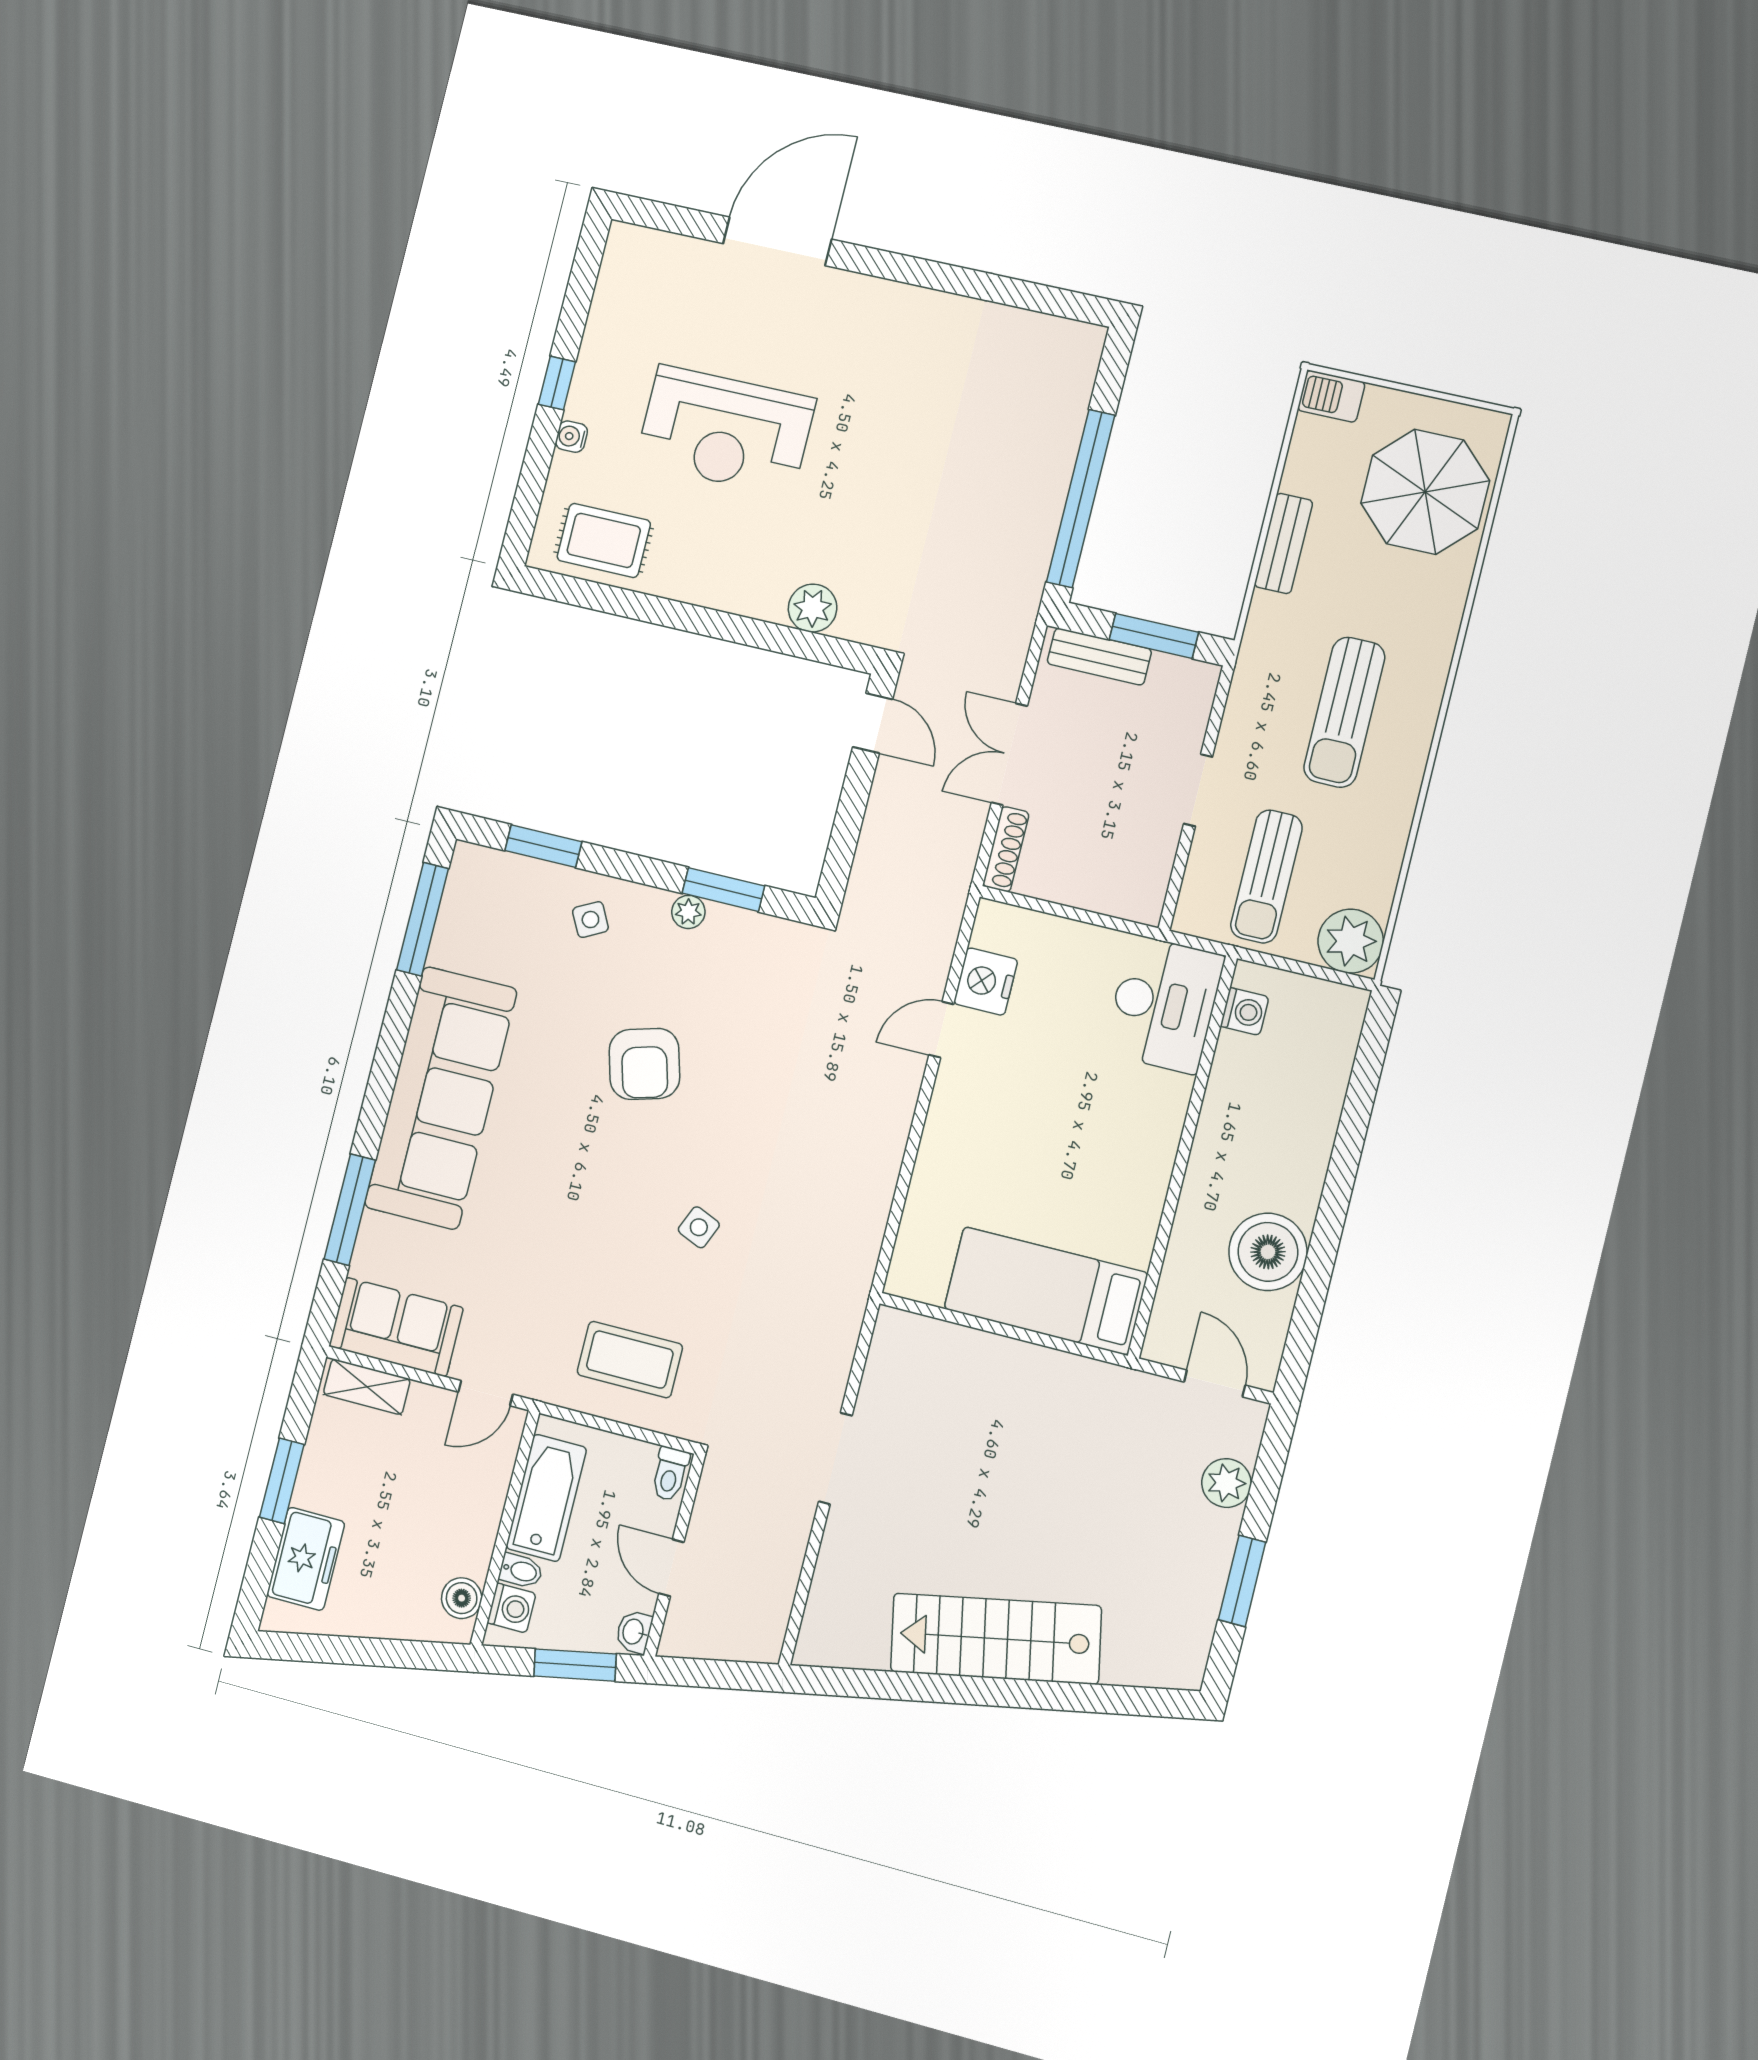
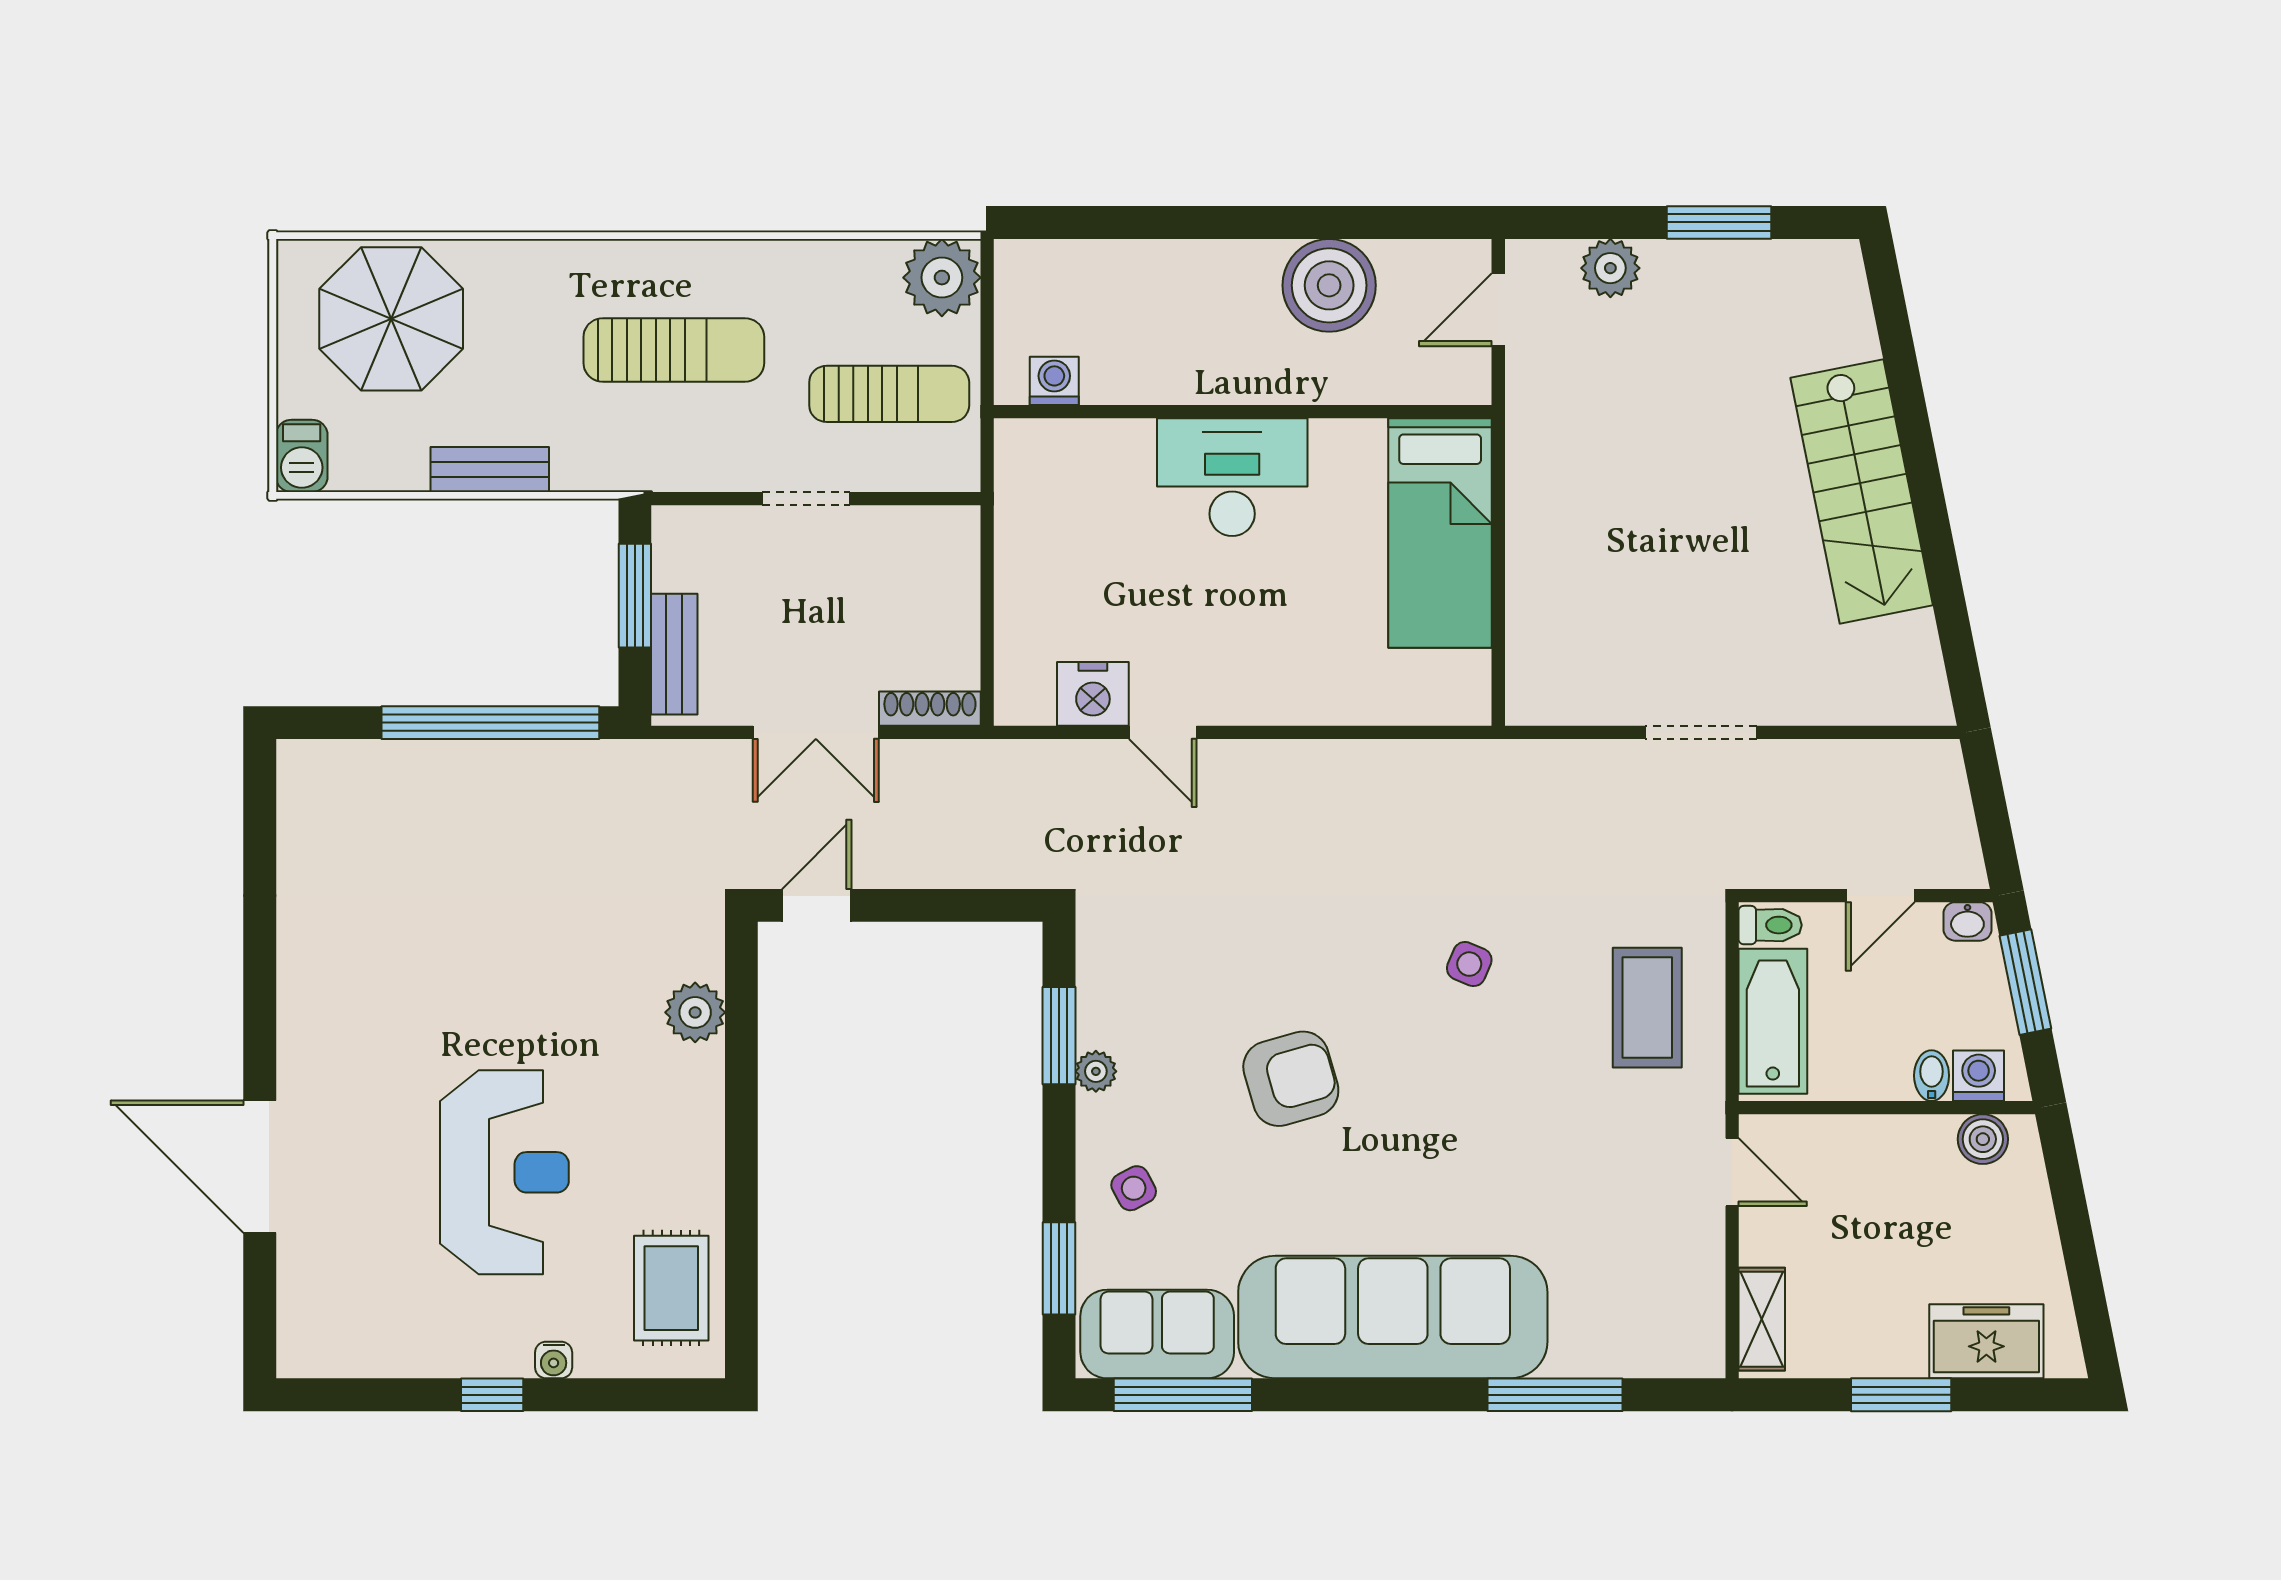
desk: (1164, 1004) -> (1232, 477), moved
sofa: (396, 1327) -> (1157, 1334), moved, turned 90
bathtub: (546, 1498) -> (1773, 1021), moved, turned 90

